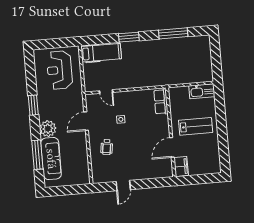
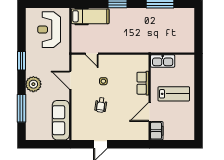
kitchen sink: (202, 91) -> (163, 61), moved
row of seats: (161, 102) -> (143, 83), moved
door: (86, 121) -> (70, 80), hinge flipped
wheelchair: (107, 147) -> (101, 105), moved
sofa: (51, 159) -> (61, 120), moved, turned 180

